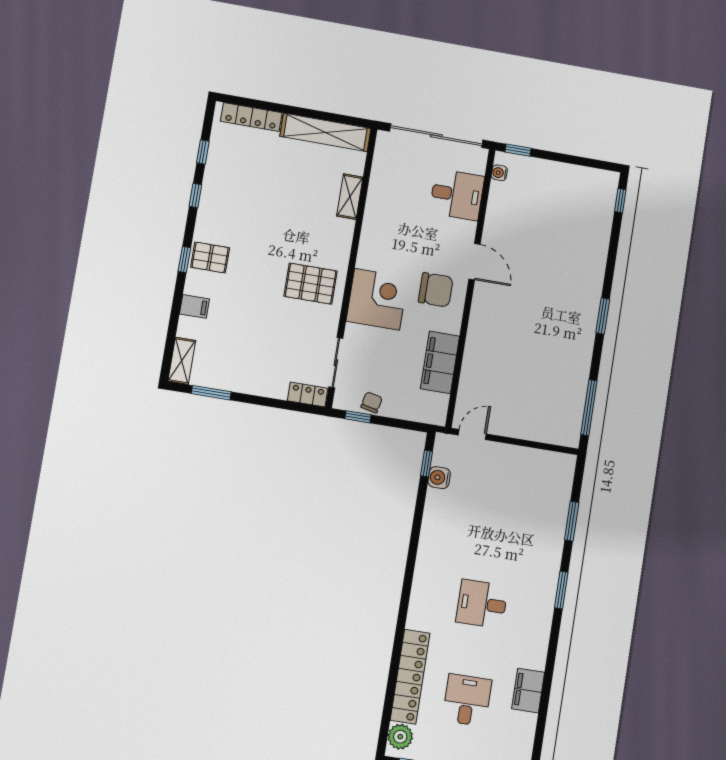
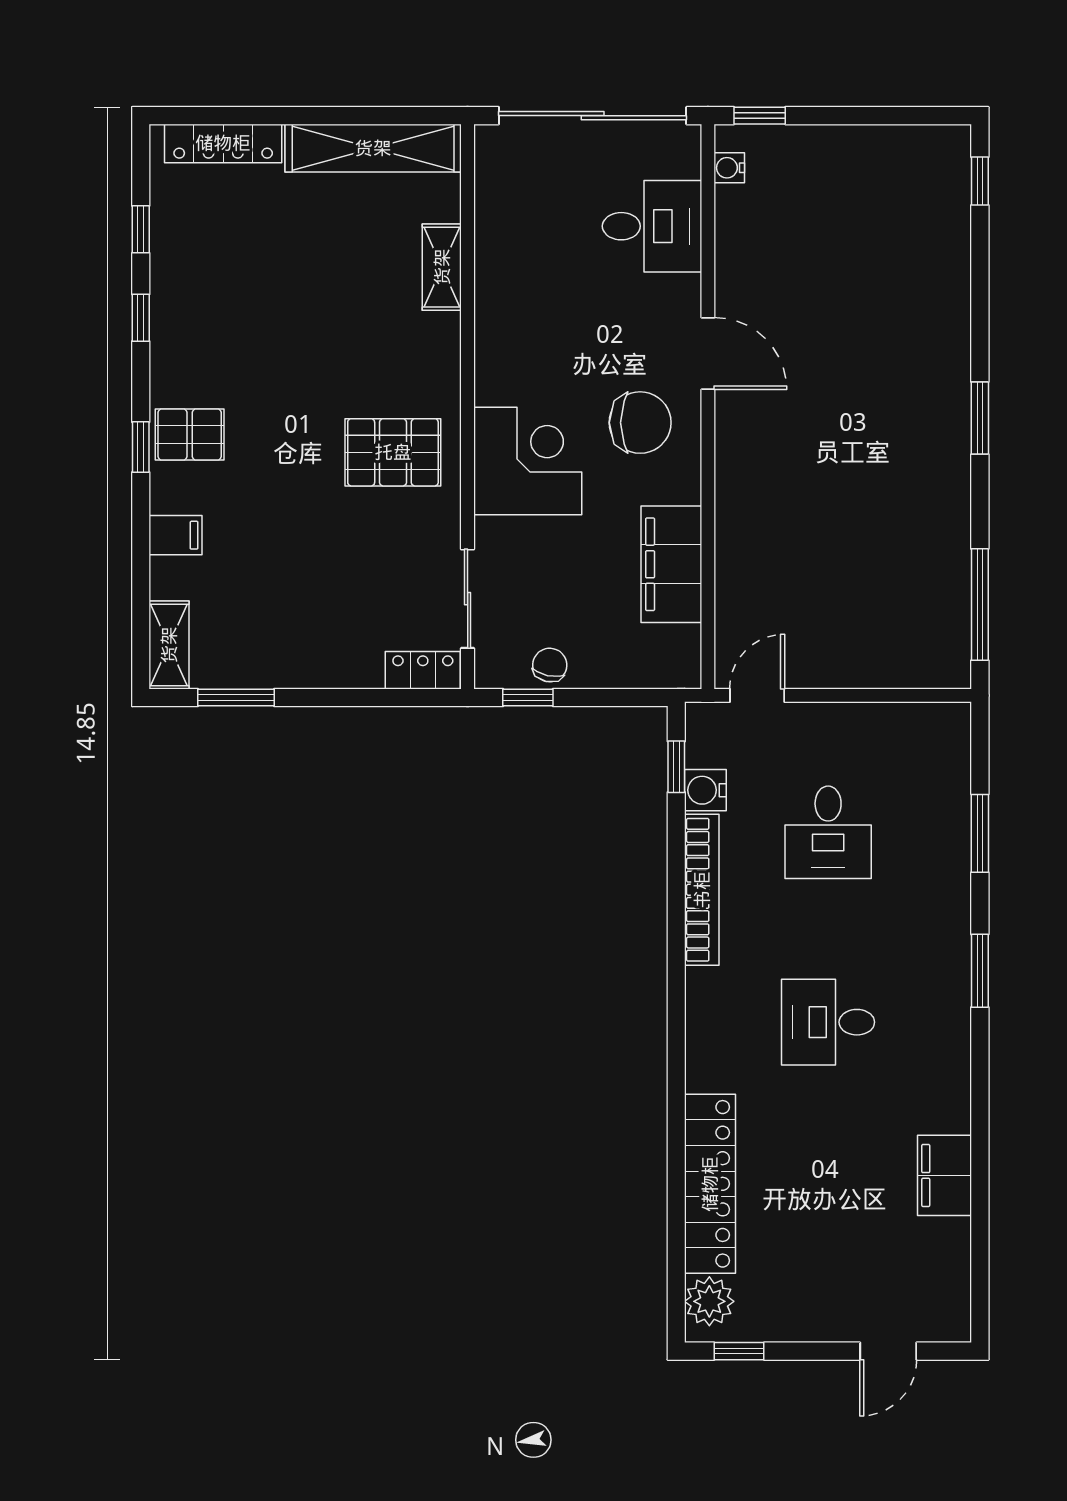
bookcase: (429, 527) -> (702, 890), added
desk: (467, 700) -> (828, 832), moved, turned 180

